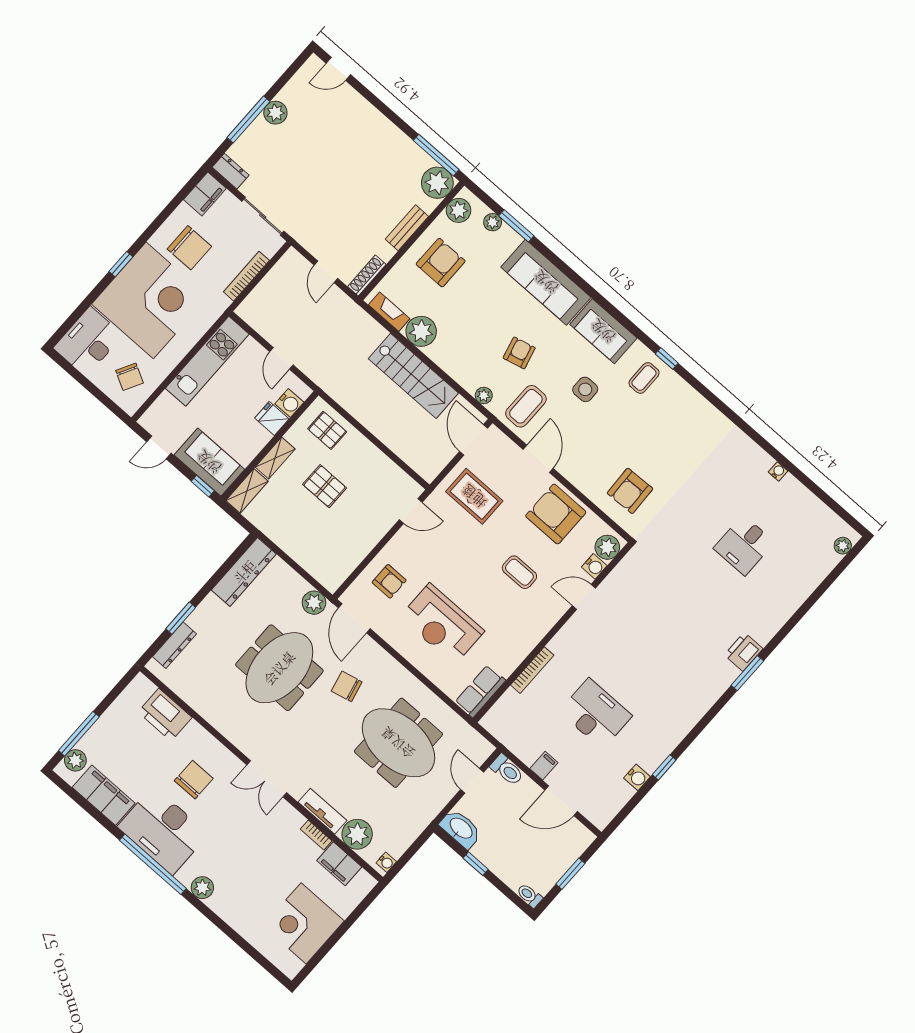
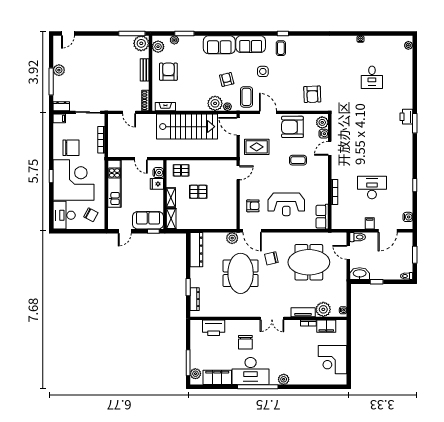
filing cabinet: (205, 194) -> (59, 118), width x0.50
sofa: (546, 282) -> (219, 45), width x0.73
plant: (421, 331) -> (215, 103), moved
stairs: (413, 376) -> (187, 127), width x1.36, depth x1.51
water cooler: (637, 777) -> (408, 217), moved
chair: (194, 780) -> (245, 342), turned 180

